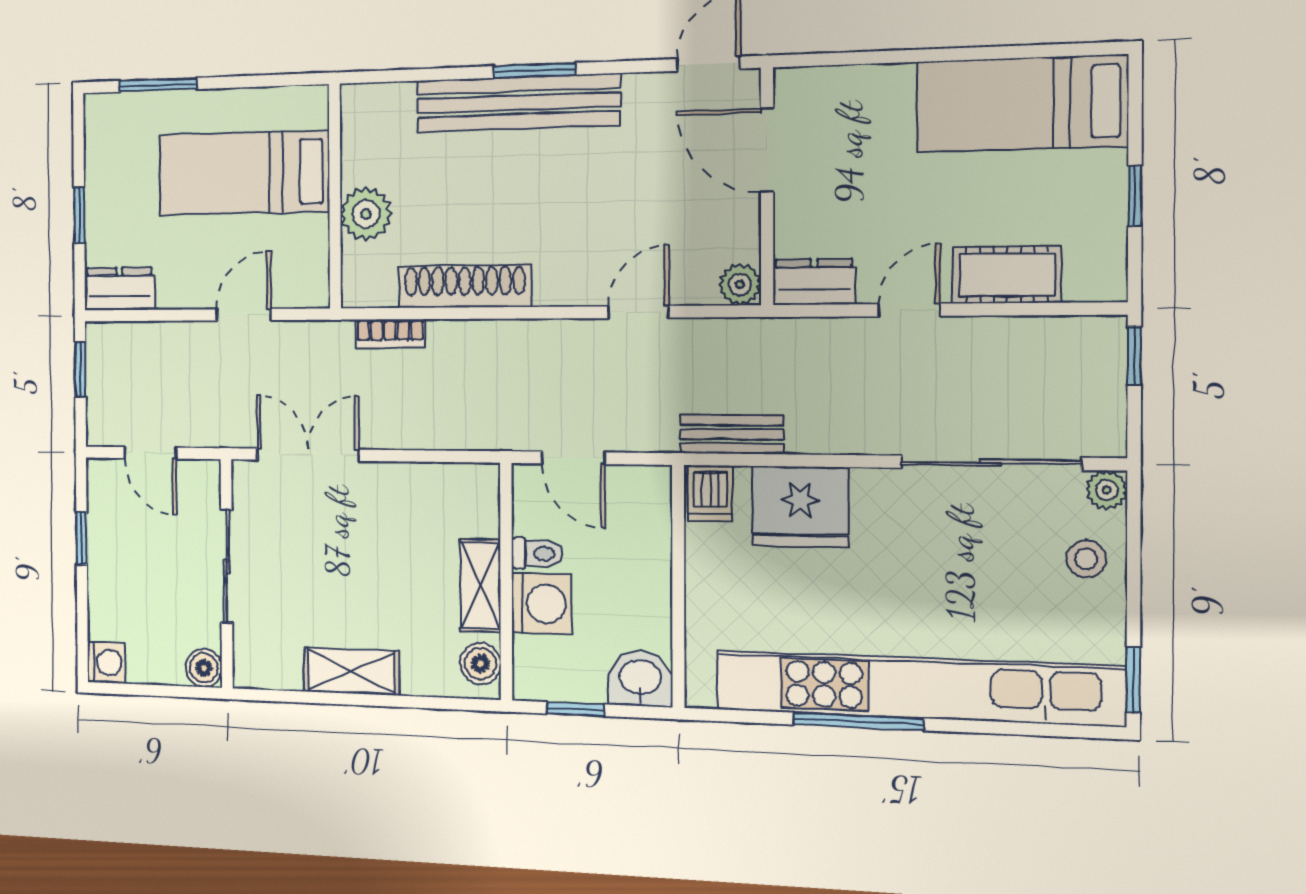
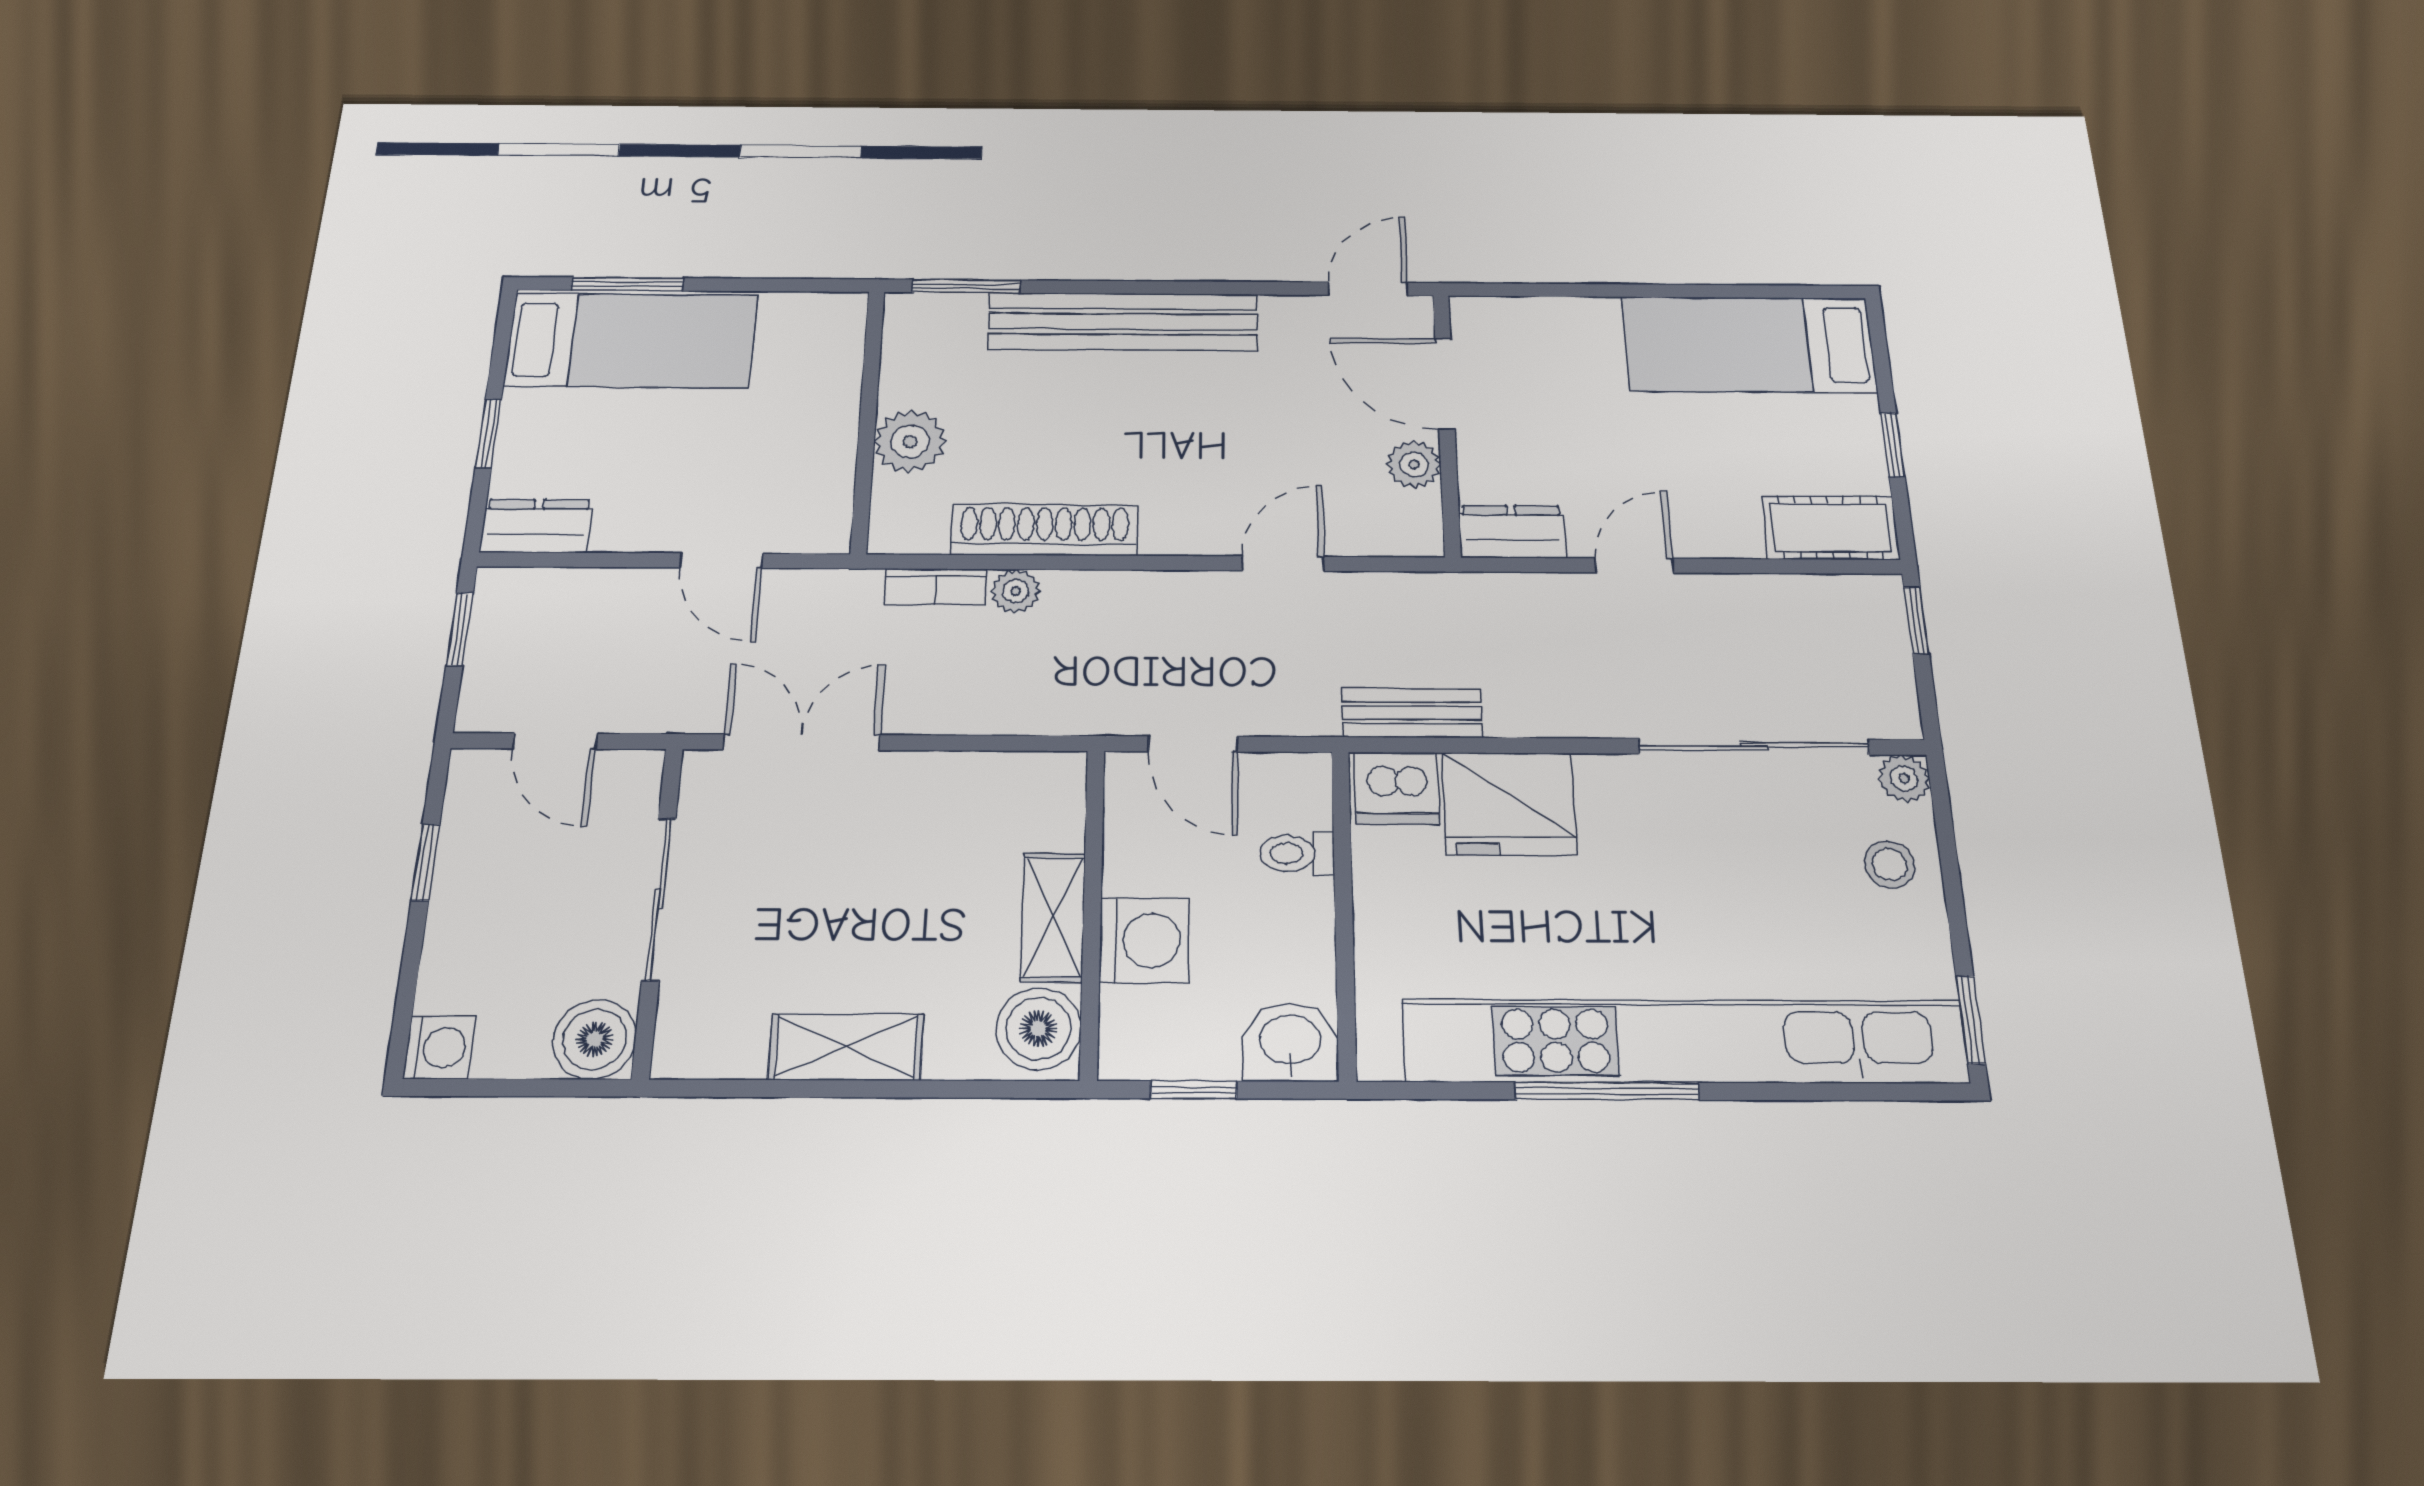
window: (535, 70) -> (966, 286), moved
bed: (244, 173) -> (631, 340), moved, turned 180
cot: (1007, 275) -> (1830, 528), moved
plant: (740, 284) -> (1414, 464), moved
door: (244, 315) -> (722, 561), swing flipped
plant: (446, 337) -> (1016, 591), added
dishwasher: (710, 493) -> (1397, 788), width x1.38
toilet: (537, 553) -> (1297, 853), moved, turned 180
boiler: (480, 664) -> (1038, 1029), width x1.36, depth x1.36
boiler: (204, 668) -> (595, 1039), width x1.36, depth x1.36

